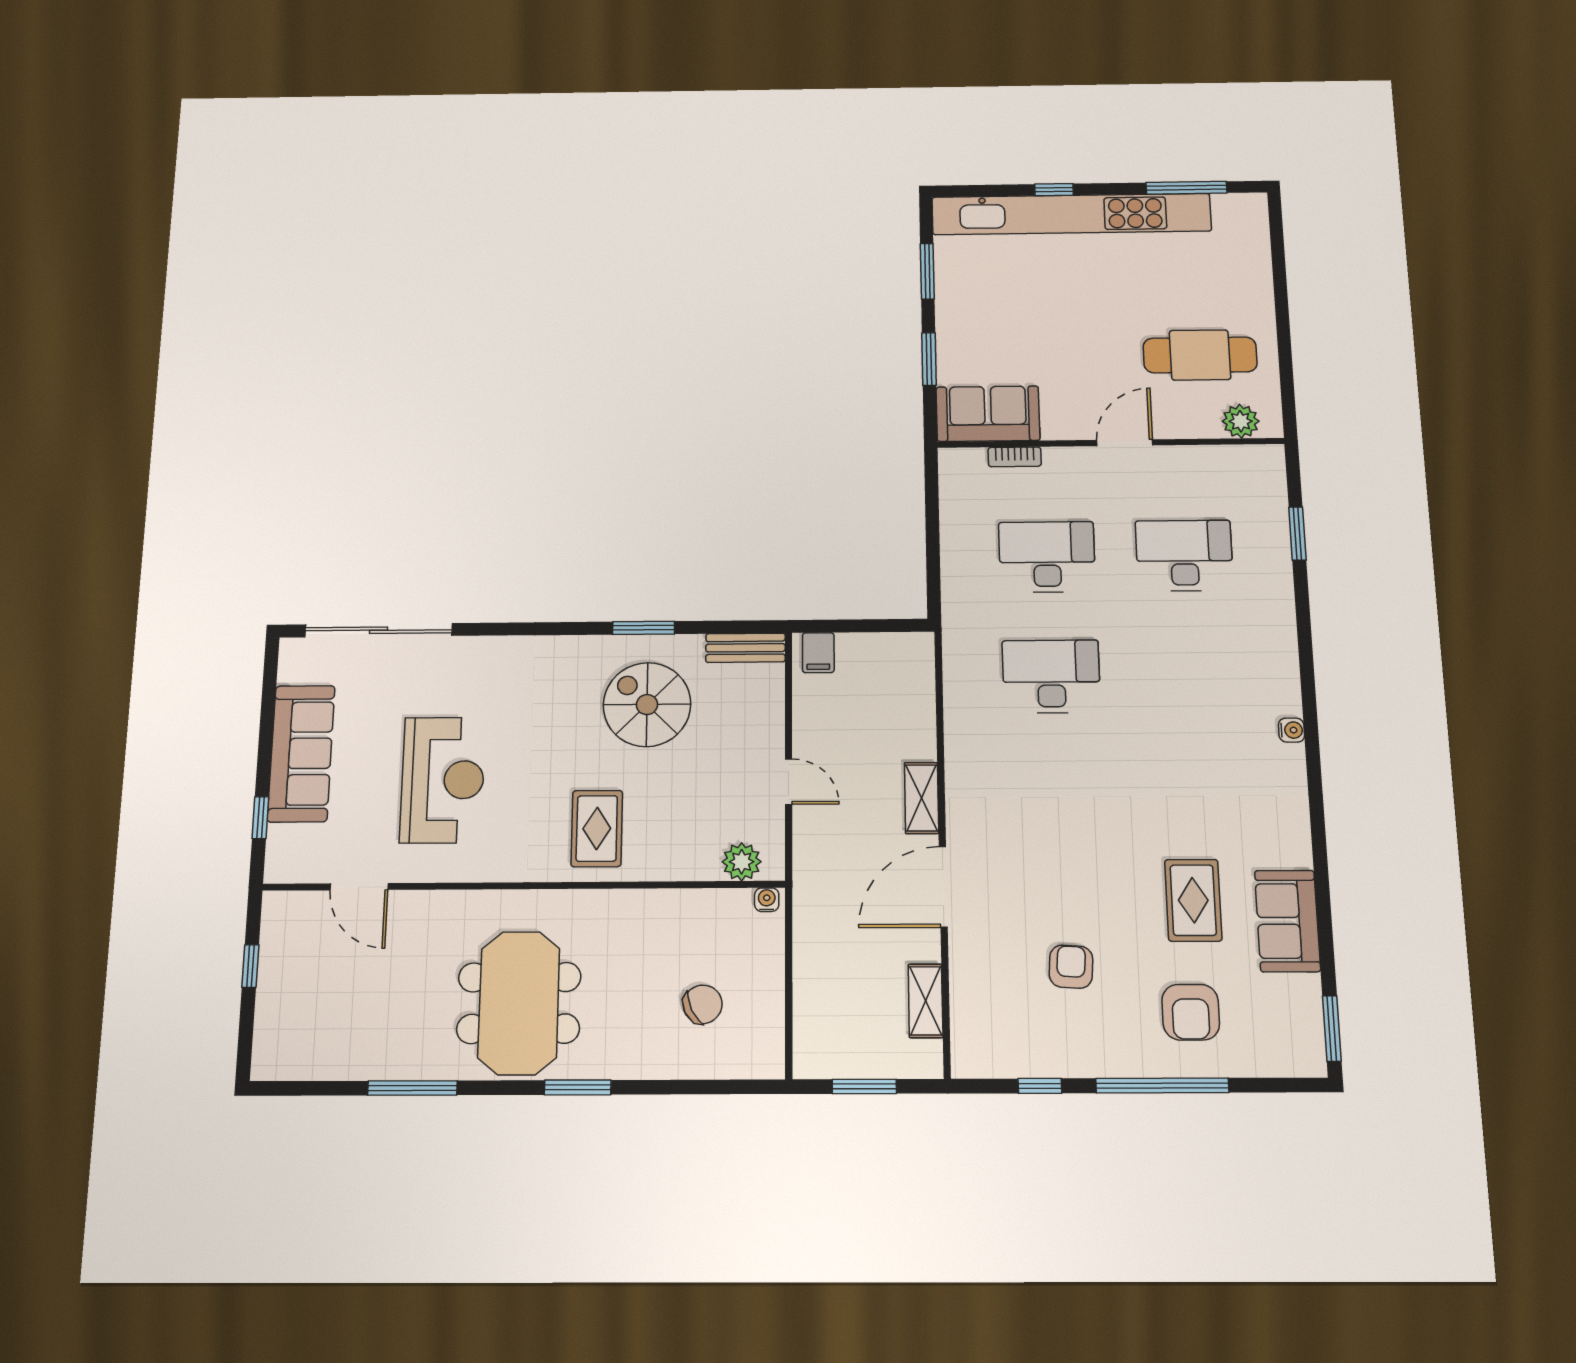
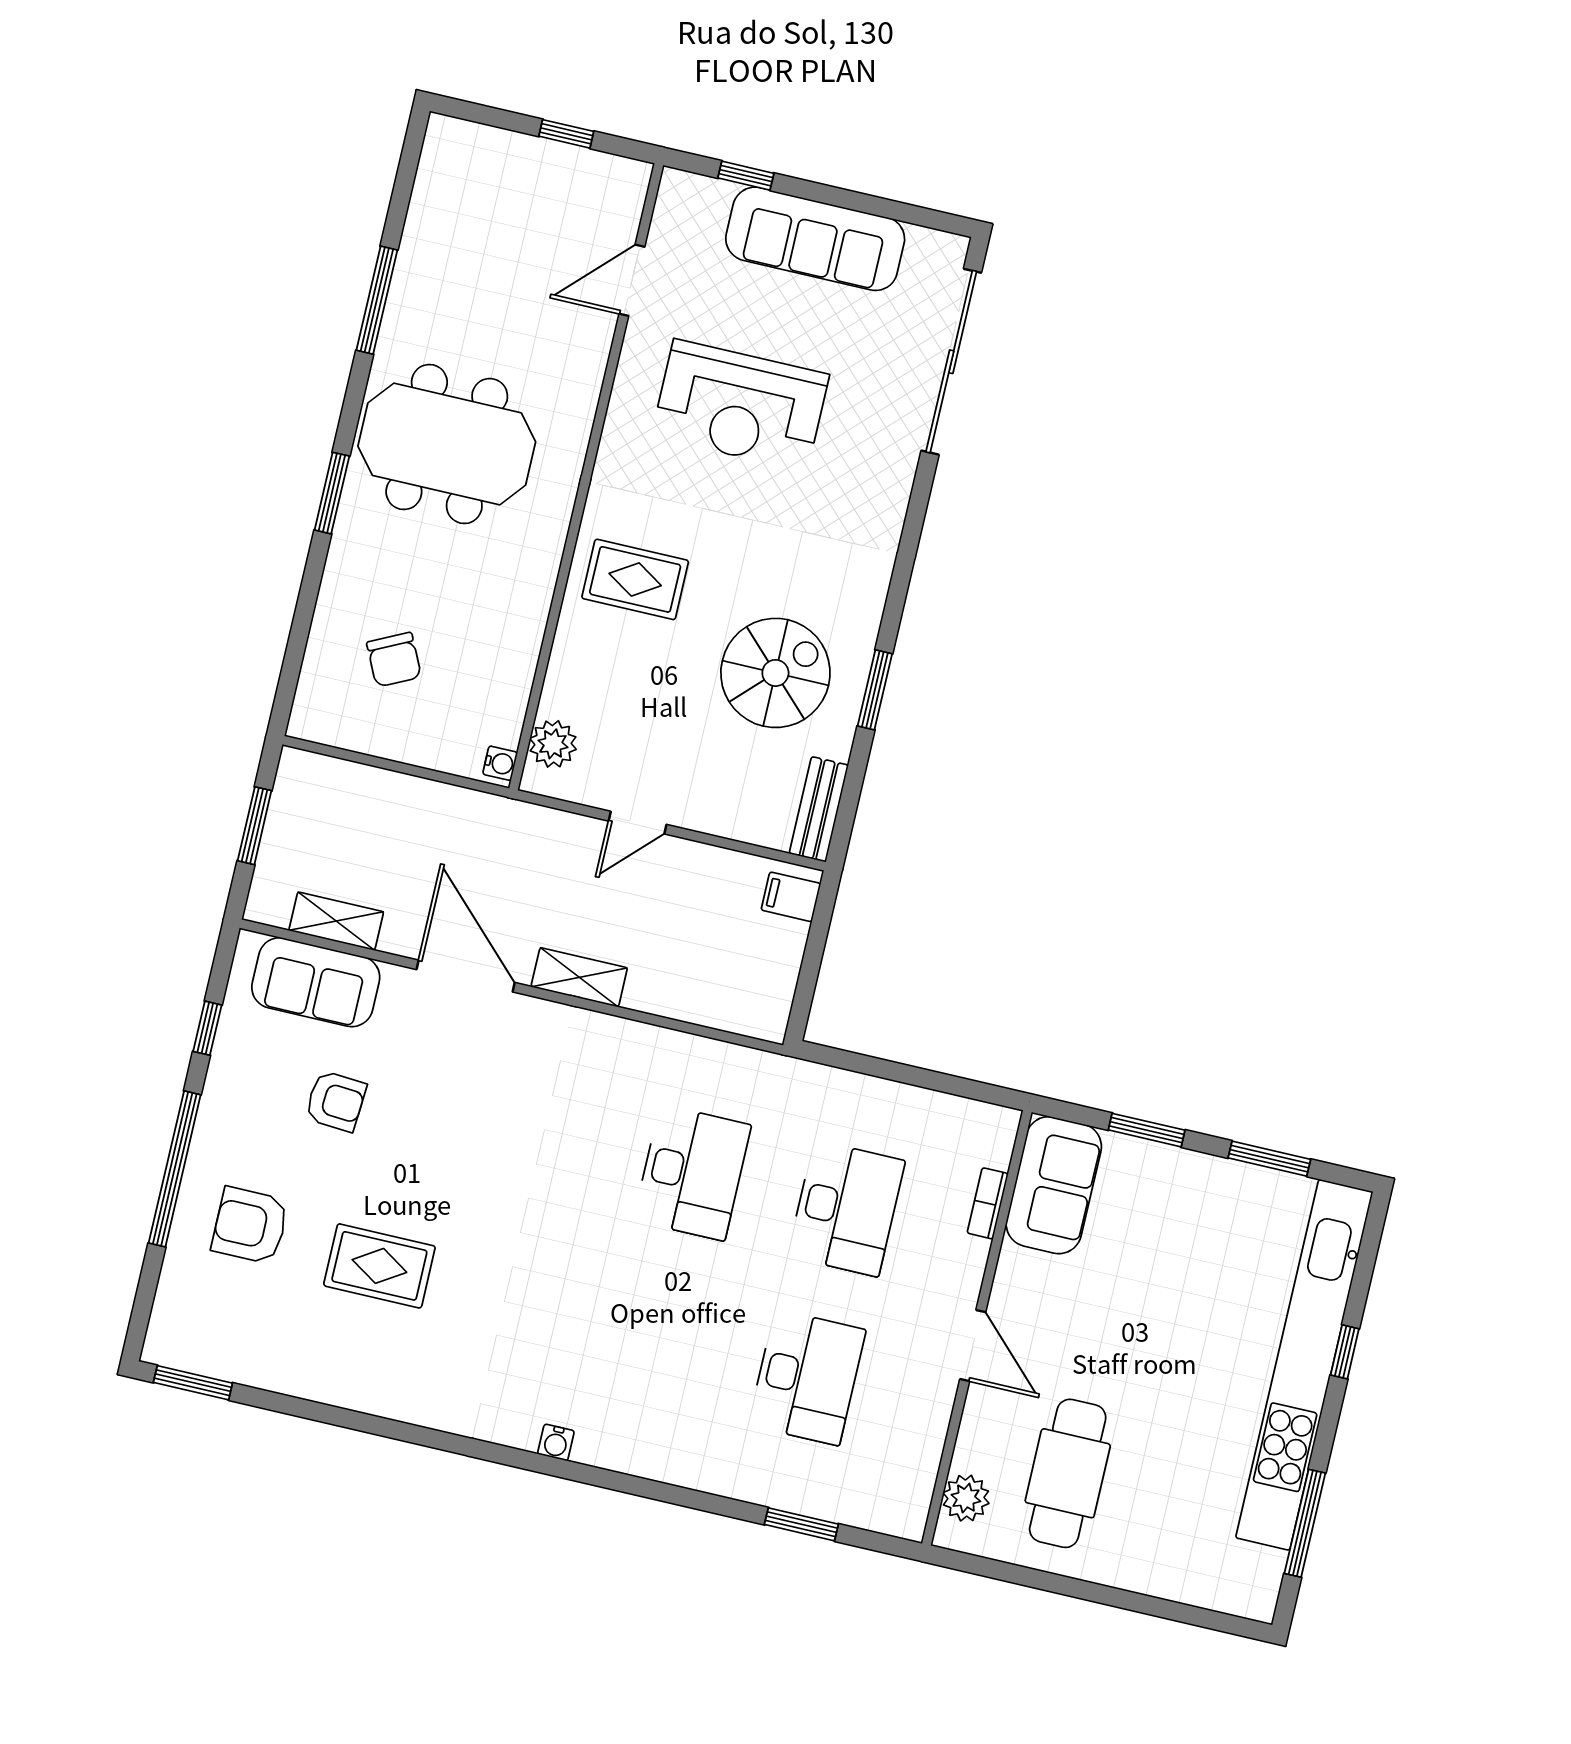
sofa: (1287, 921) -> (316, 982), moved, turned 180

